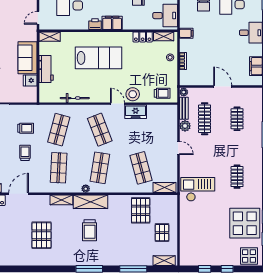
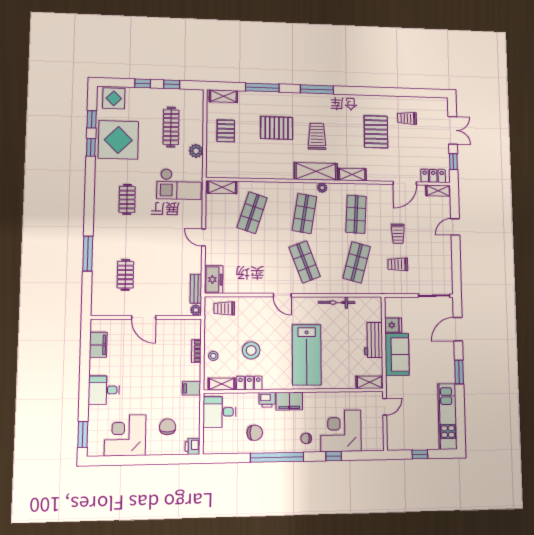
printer: (95, 24) -> (267, 400), moved
lab bench: (99, 58) -> (307, 355), turned -90
stool: (133, 94) -> (251, 350), moved
freezer: (136, 112) -> (214, 280), moved, turned 90
clothes rail: (205, 119) -> (171, 127), moved
plant: (185, 126) -> (196, 151), moved
shop shelf: (141, 168) -> (252, 213), turned 33
pallet: (141, 210) -> (277, 128), moved, turned 90
trolley: (16, 247) -> (407, 118), added

